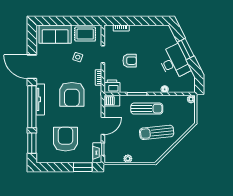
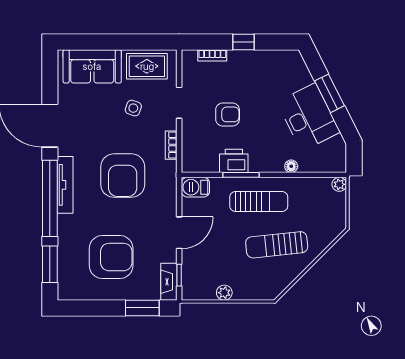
window: (138, 21) -> (243, 42), added
printer: (112, 86) -> (234, 161), moved
armchair: (66, 139) -> (111, 257), turned 90

